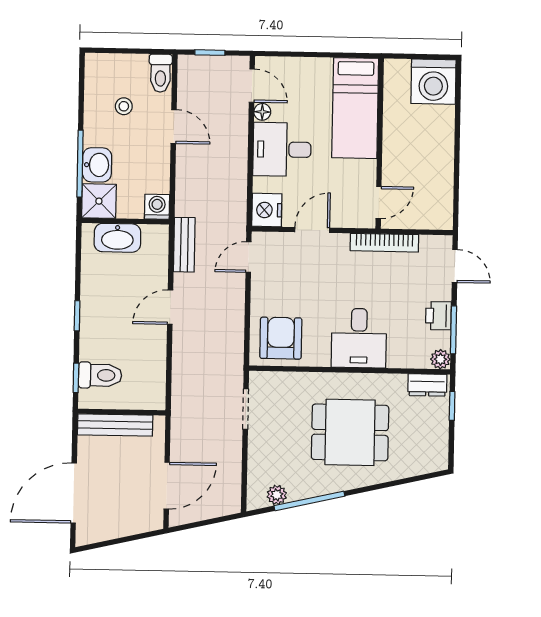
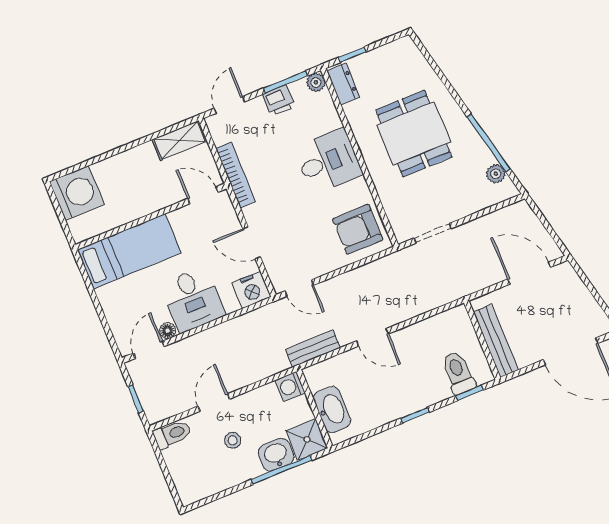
stool: (124, 106) -> (233, 440), moved
shelving: (441, 203) -> (180, 140), added

